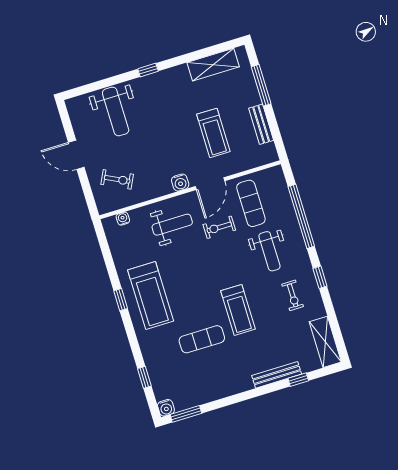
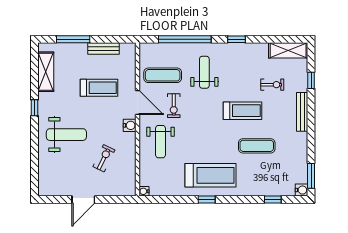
window: (148, 70) -> (34, 108), moved
weight bench: (116, 111) -> (66, 135), moved
exercise bike: (117, 179) -> (104, 158), moved
water cooler: (123, 219) -> (144, 191), moved
weight bench: (172, 225) -> (160, 142), turned 180
weight bench: (269, 251) -> (204, 72), turned -90
exercise bike: (293, 295) -> (272, 85), moved
exercise mat: (202, 339) -> (257, 146), turned 90
bench: (277, 375) -> (302, 112), moved

